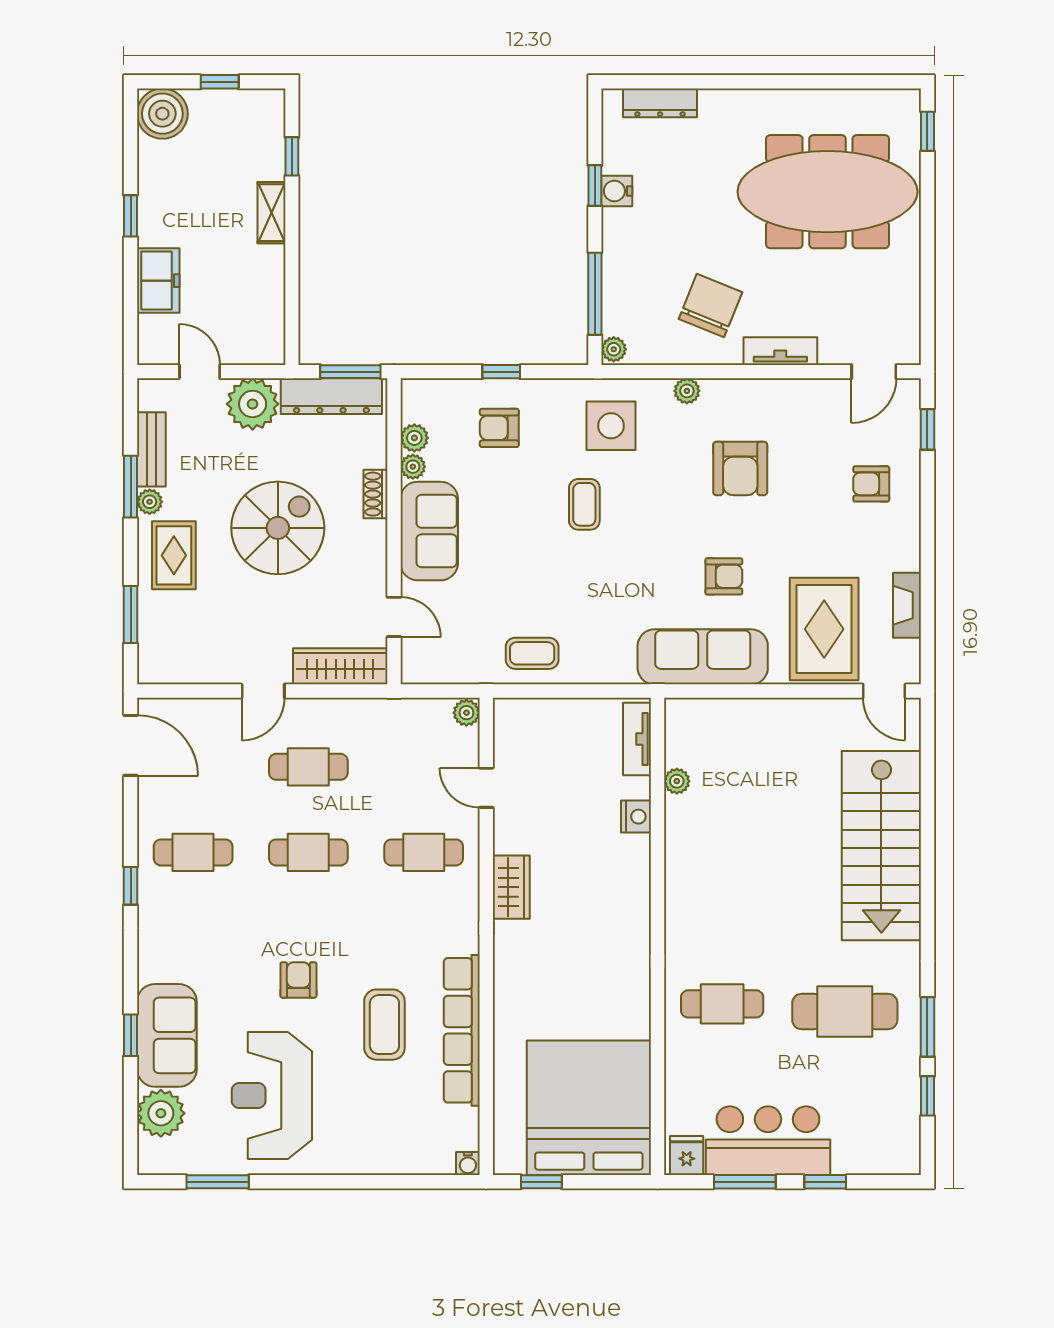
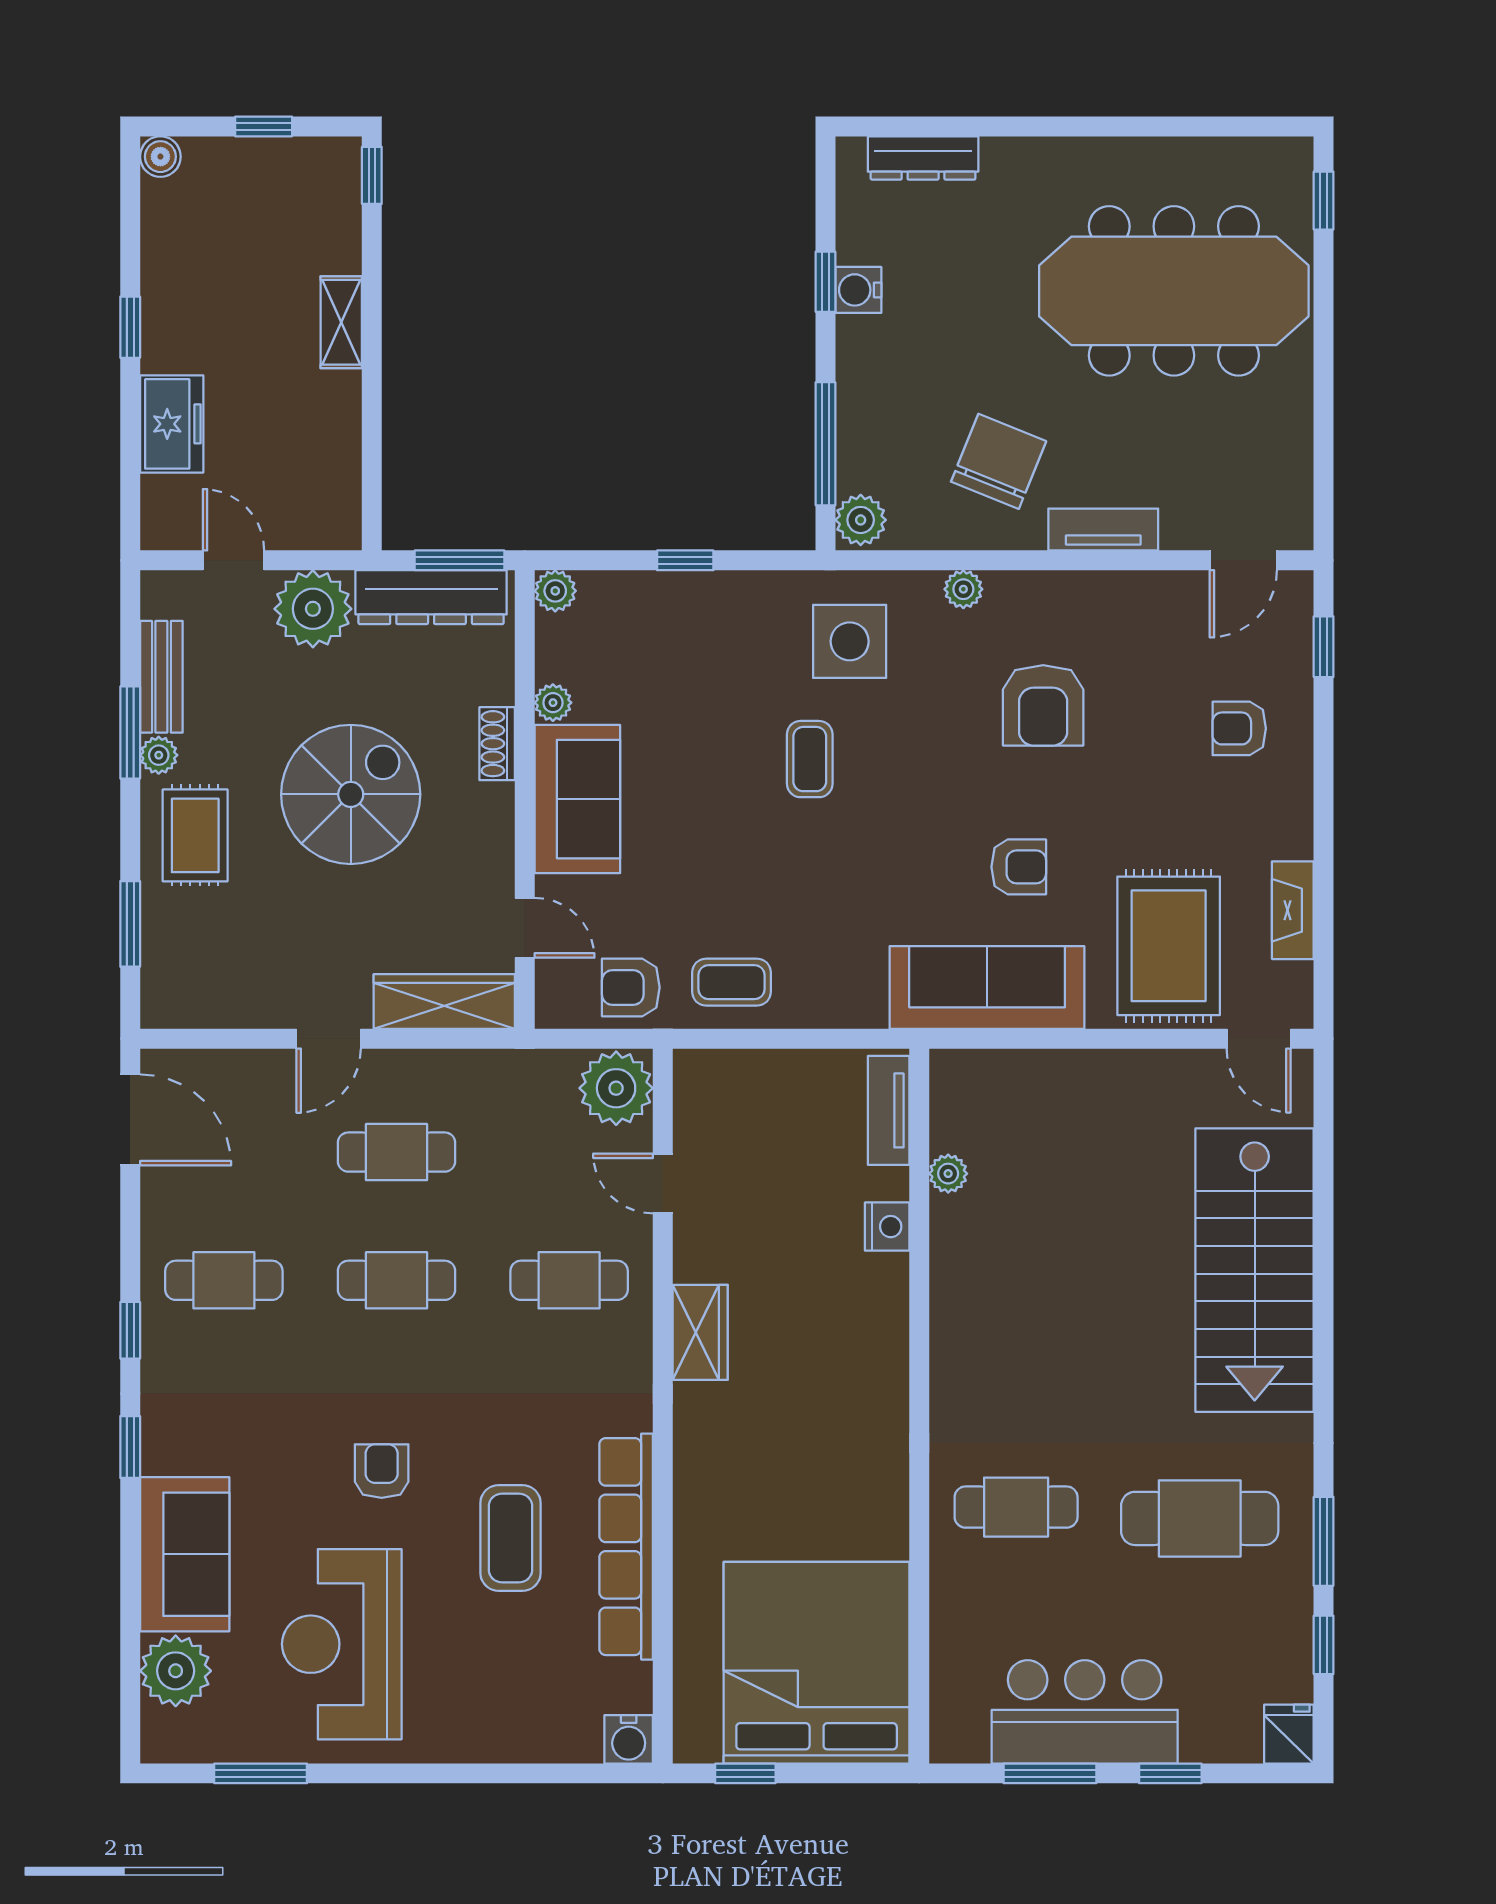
boiler: (162, 114) -> (160, 157), width x0.54, depth x0.54
window: (292, 156) -> (372, 175), moved
plant: (614, 349) -> (861, 520), width x1.38, depth x1.38
armchair: (499, 428) -> (631, 987), moved
plant: (414, 438) -> (555, 591), moved
plant: (466, 713) -> (616, 1088), width x1.88, depth x1.88
window: (131, 1035) -> (130, 1447), moved
fridge: (687, 1155) -> (1289, 1734), moved
water cooler: (468, 1163) -> (629, 1739), width x1.38, depth x1.38

